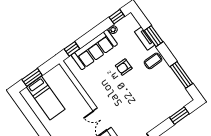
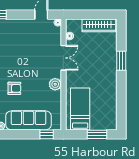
plant: (94, 93) -> (55, 84), added
bed: (46, 98) -> (80, 109), moved

